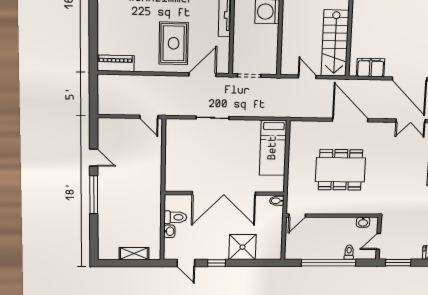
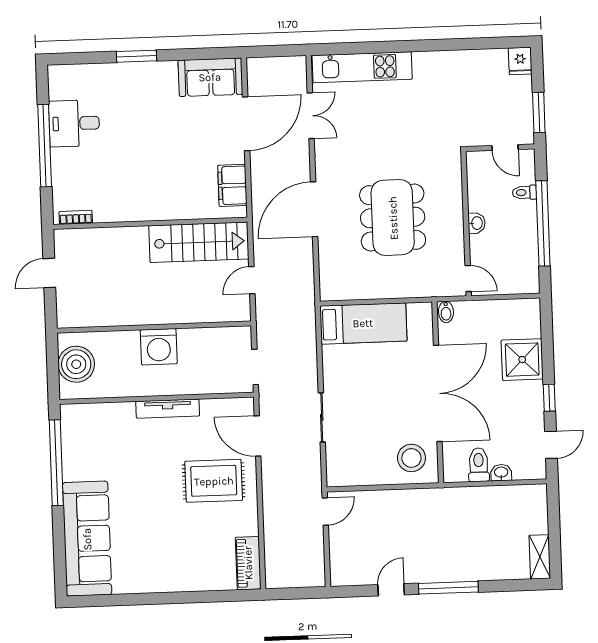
stool: (182, 175) -> (411, 458), added
washbasin: (363, 222) -> (477, 223), moved
shelving: (134, 254) -> (540, 557), moved

